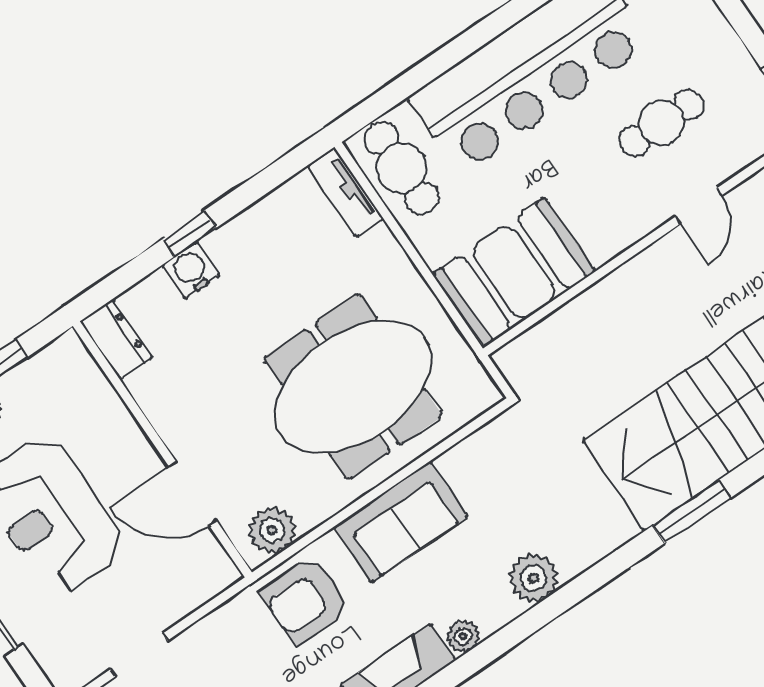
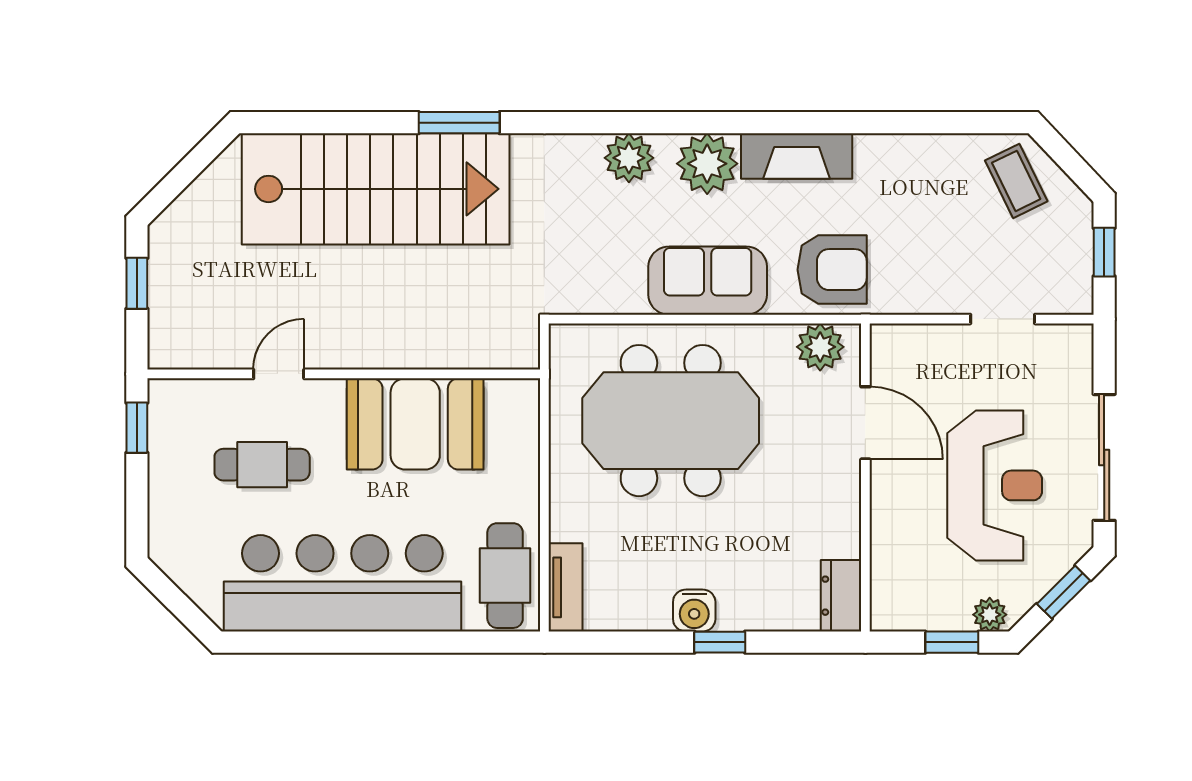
water cooler: (191, 270) -> (694, 611), moved
booth: (514, 272) -> (415, 424), moved
plant: (463, 636) -> (707, 164), width x1.88, depth x1.88

